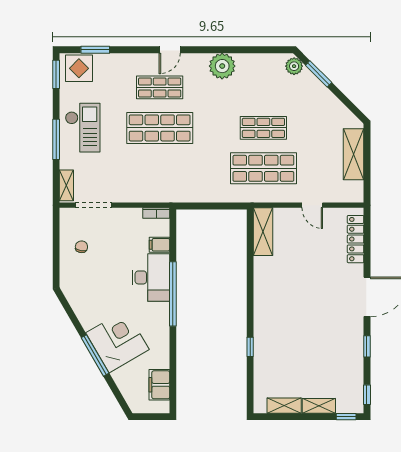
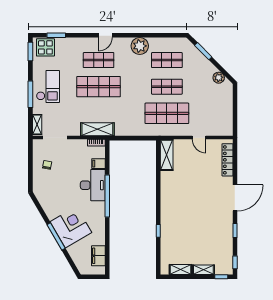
plant: (294, 66) -> (219, 78), moved
shop shelf: (263, 87) -> (167, 60), added
shelving: (353, 154) -> (97, 129), moved, turned 90

